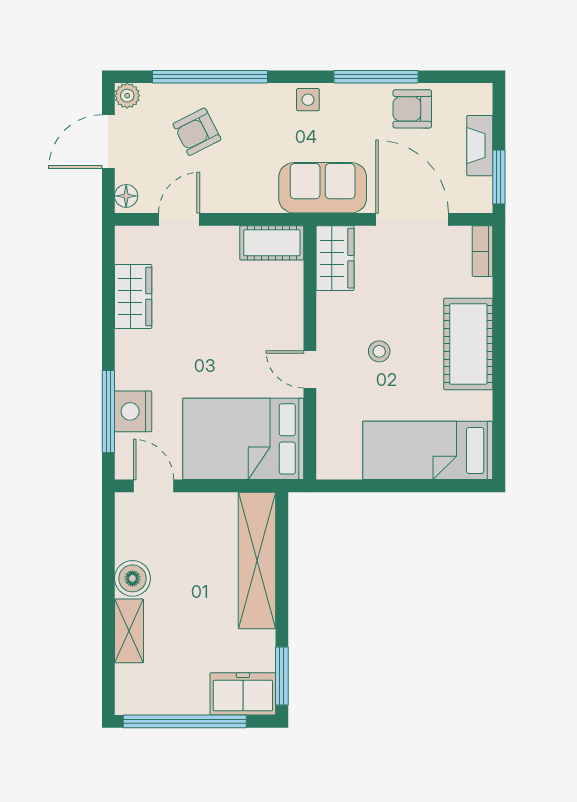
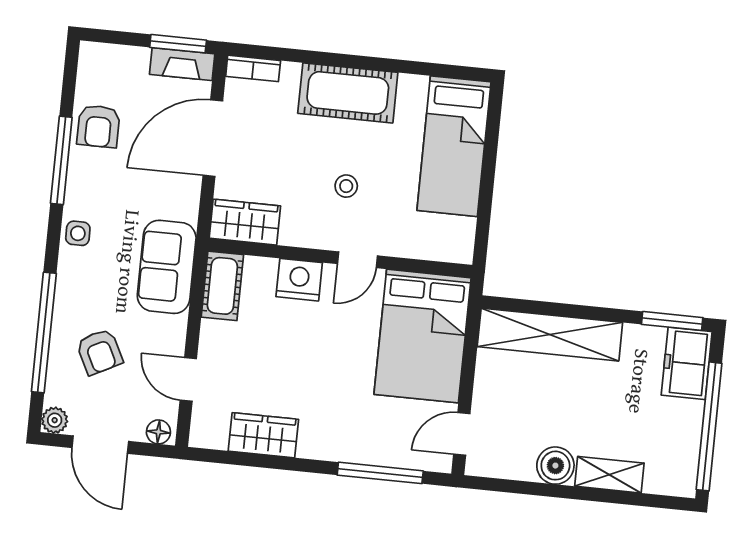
fireplace: (480, 146) -> (182, 64), moved
sofa: (323, 188) -> (167, 267), moved
nightstand: (133, 411) -> (299, 280), moved, turned 180

